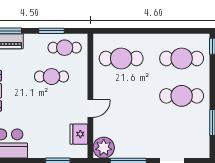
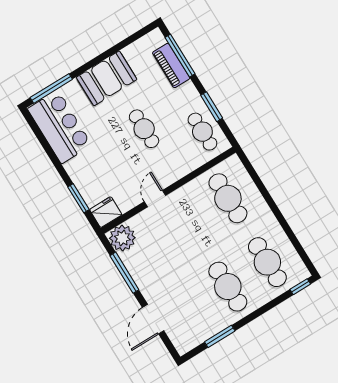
cafe table: (52, 77) -> (144, 129), moved
door: (90, 109) -> (155, 199), swing flipped
fridge: (79, 134) -> (106, 212), moved

